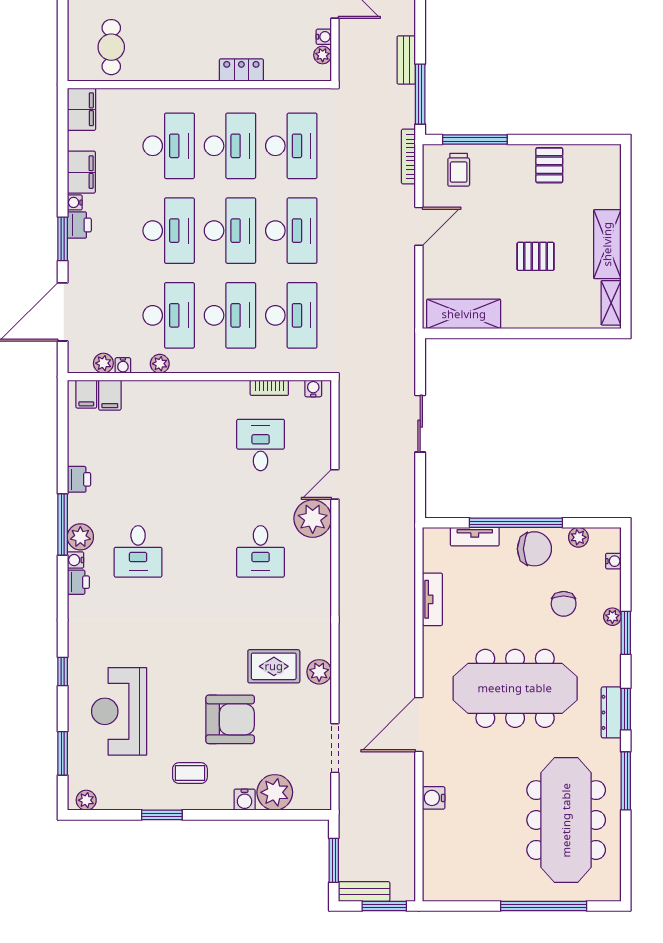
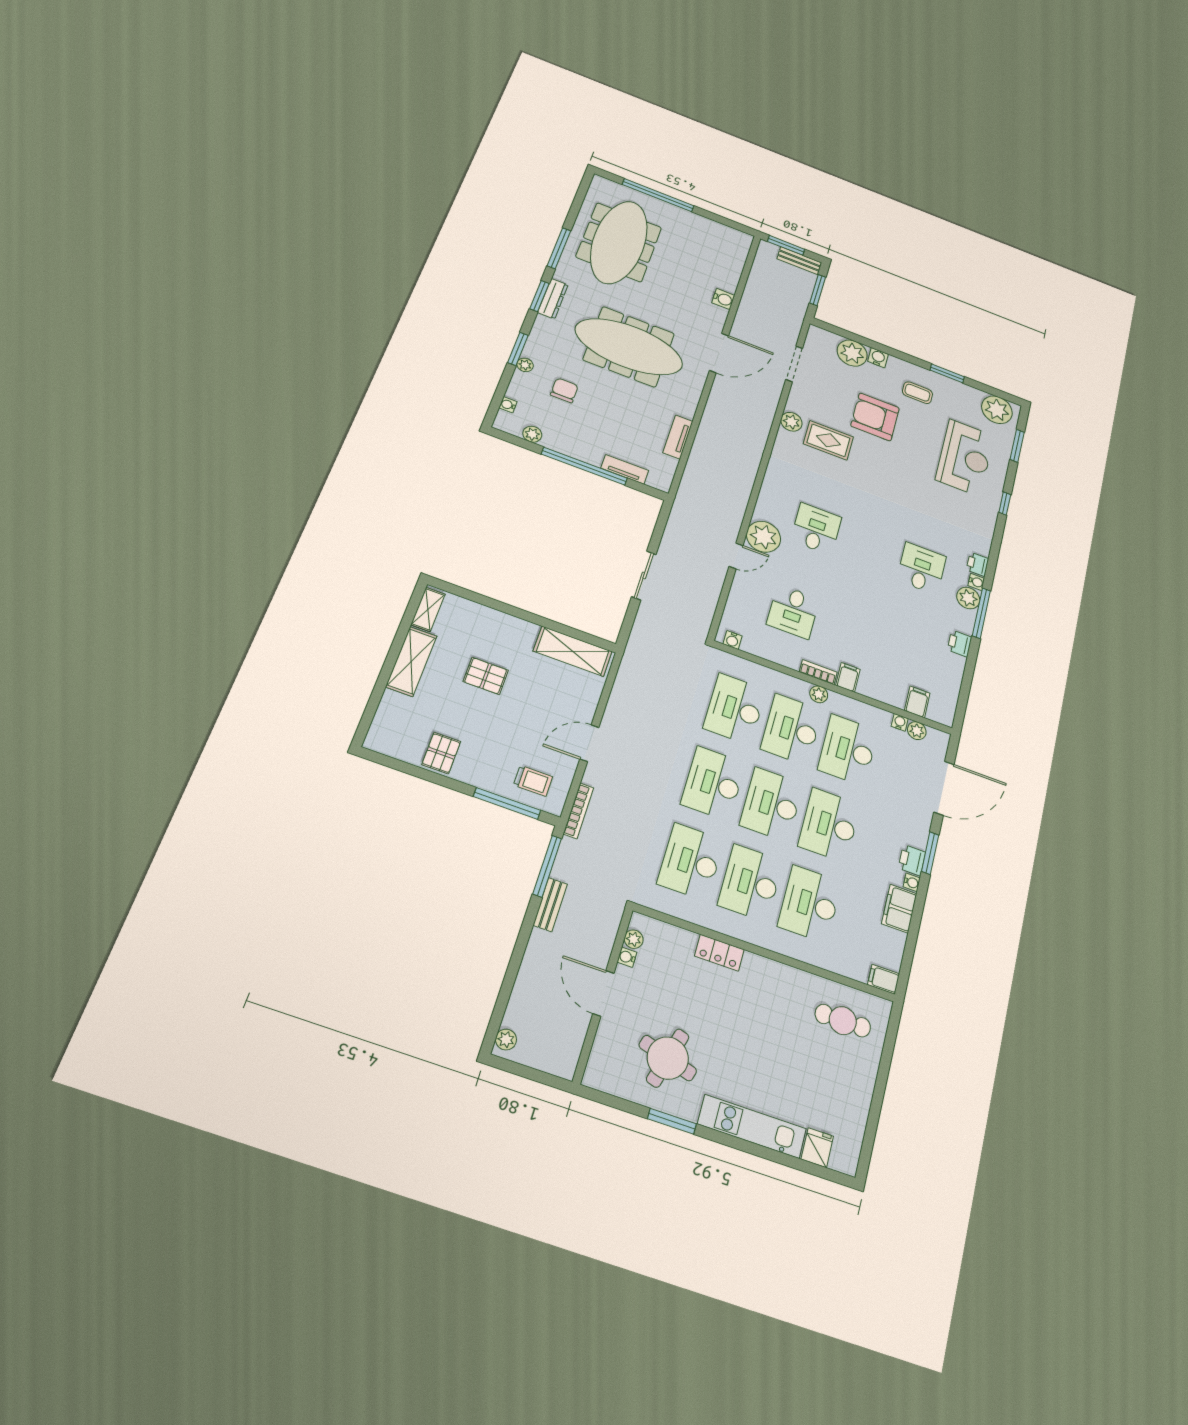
cafe table: (111, 47) -> (843, 1021), turned 90
filing cabinet: (81, 109) -> (884, 979), width x0.50
trolley: (459, 170) -> (533, 781), turned 90
plant: (160, 364) -> (819, 694), moved
bookcase: (269, 388) -> (818, 672), moved
filing cabinet: (86, 394) -> (848, 677), moved
chair: (534, 549) -> (575, 440), removed
plant: (86, 800) -> (997, 410), width x1.88, depth x1.88

